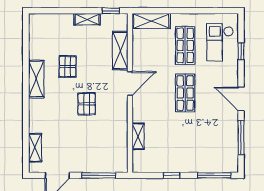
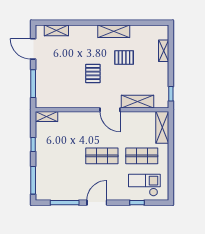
shelving: (87, 19) -> (164, 51), moved
pallet: (87, 104) -> (93, 74), turned 90
shelving: (138, 136) -> (47, 117), moved

